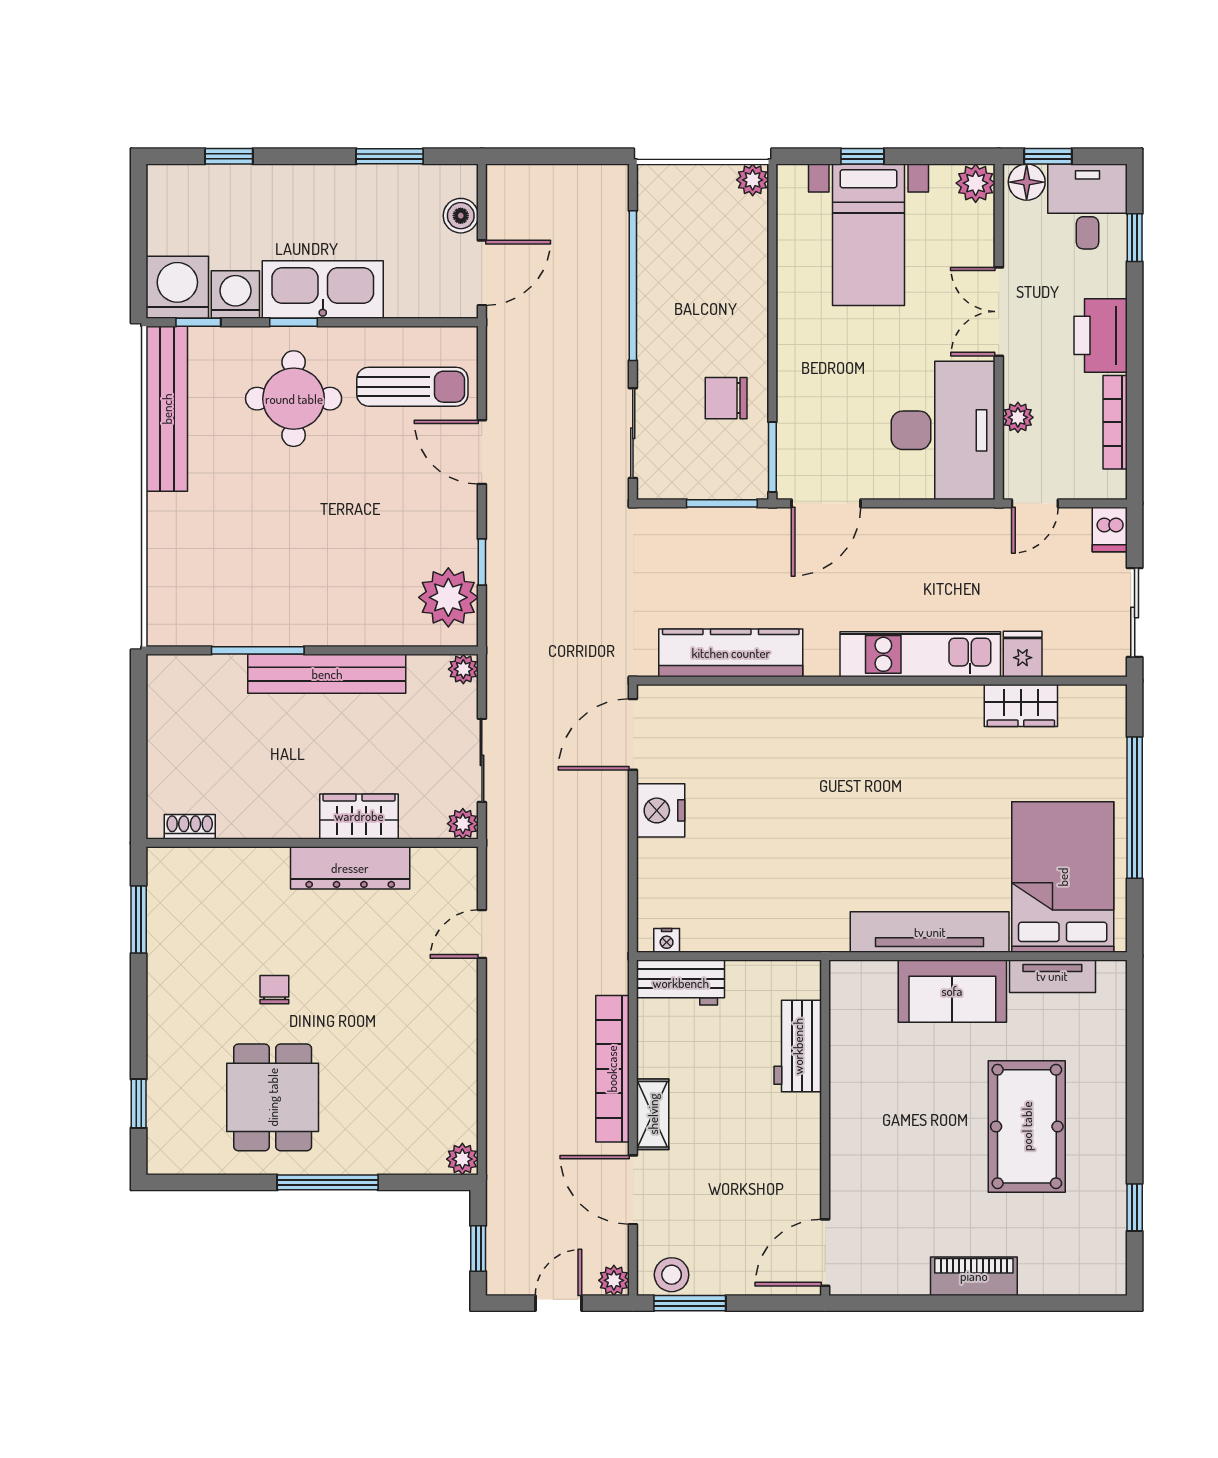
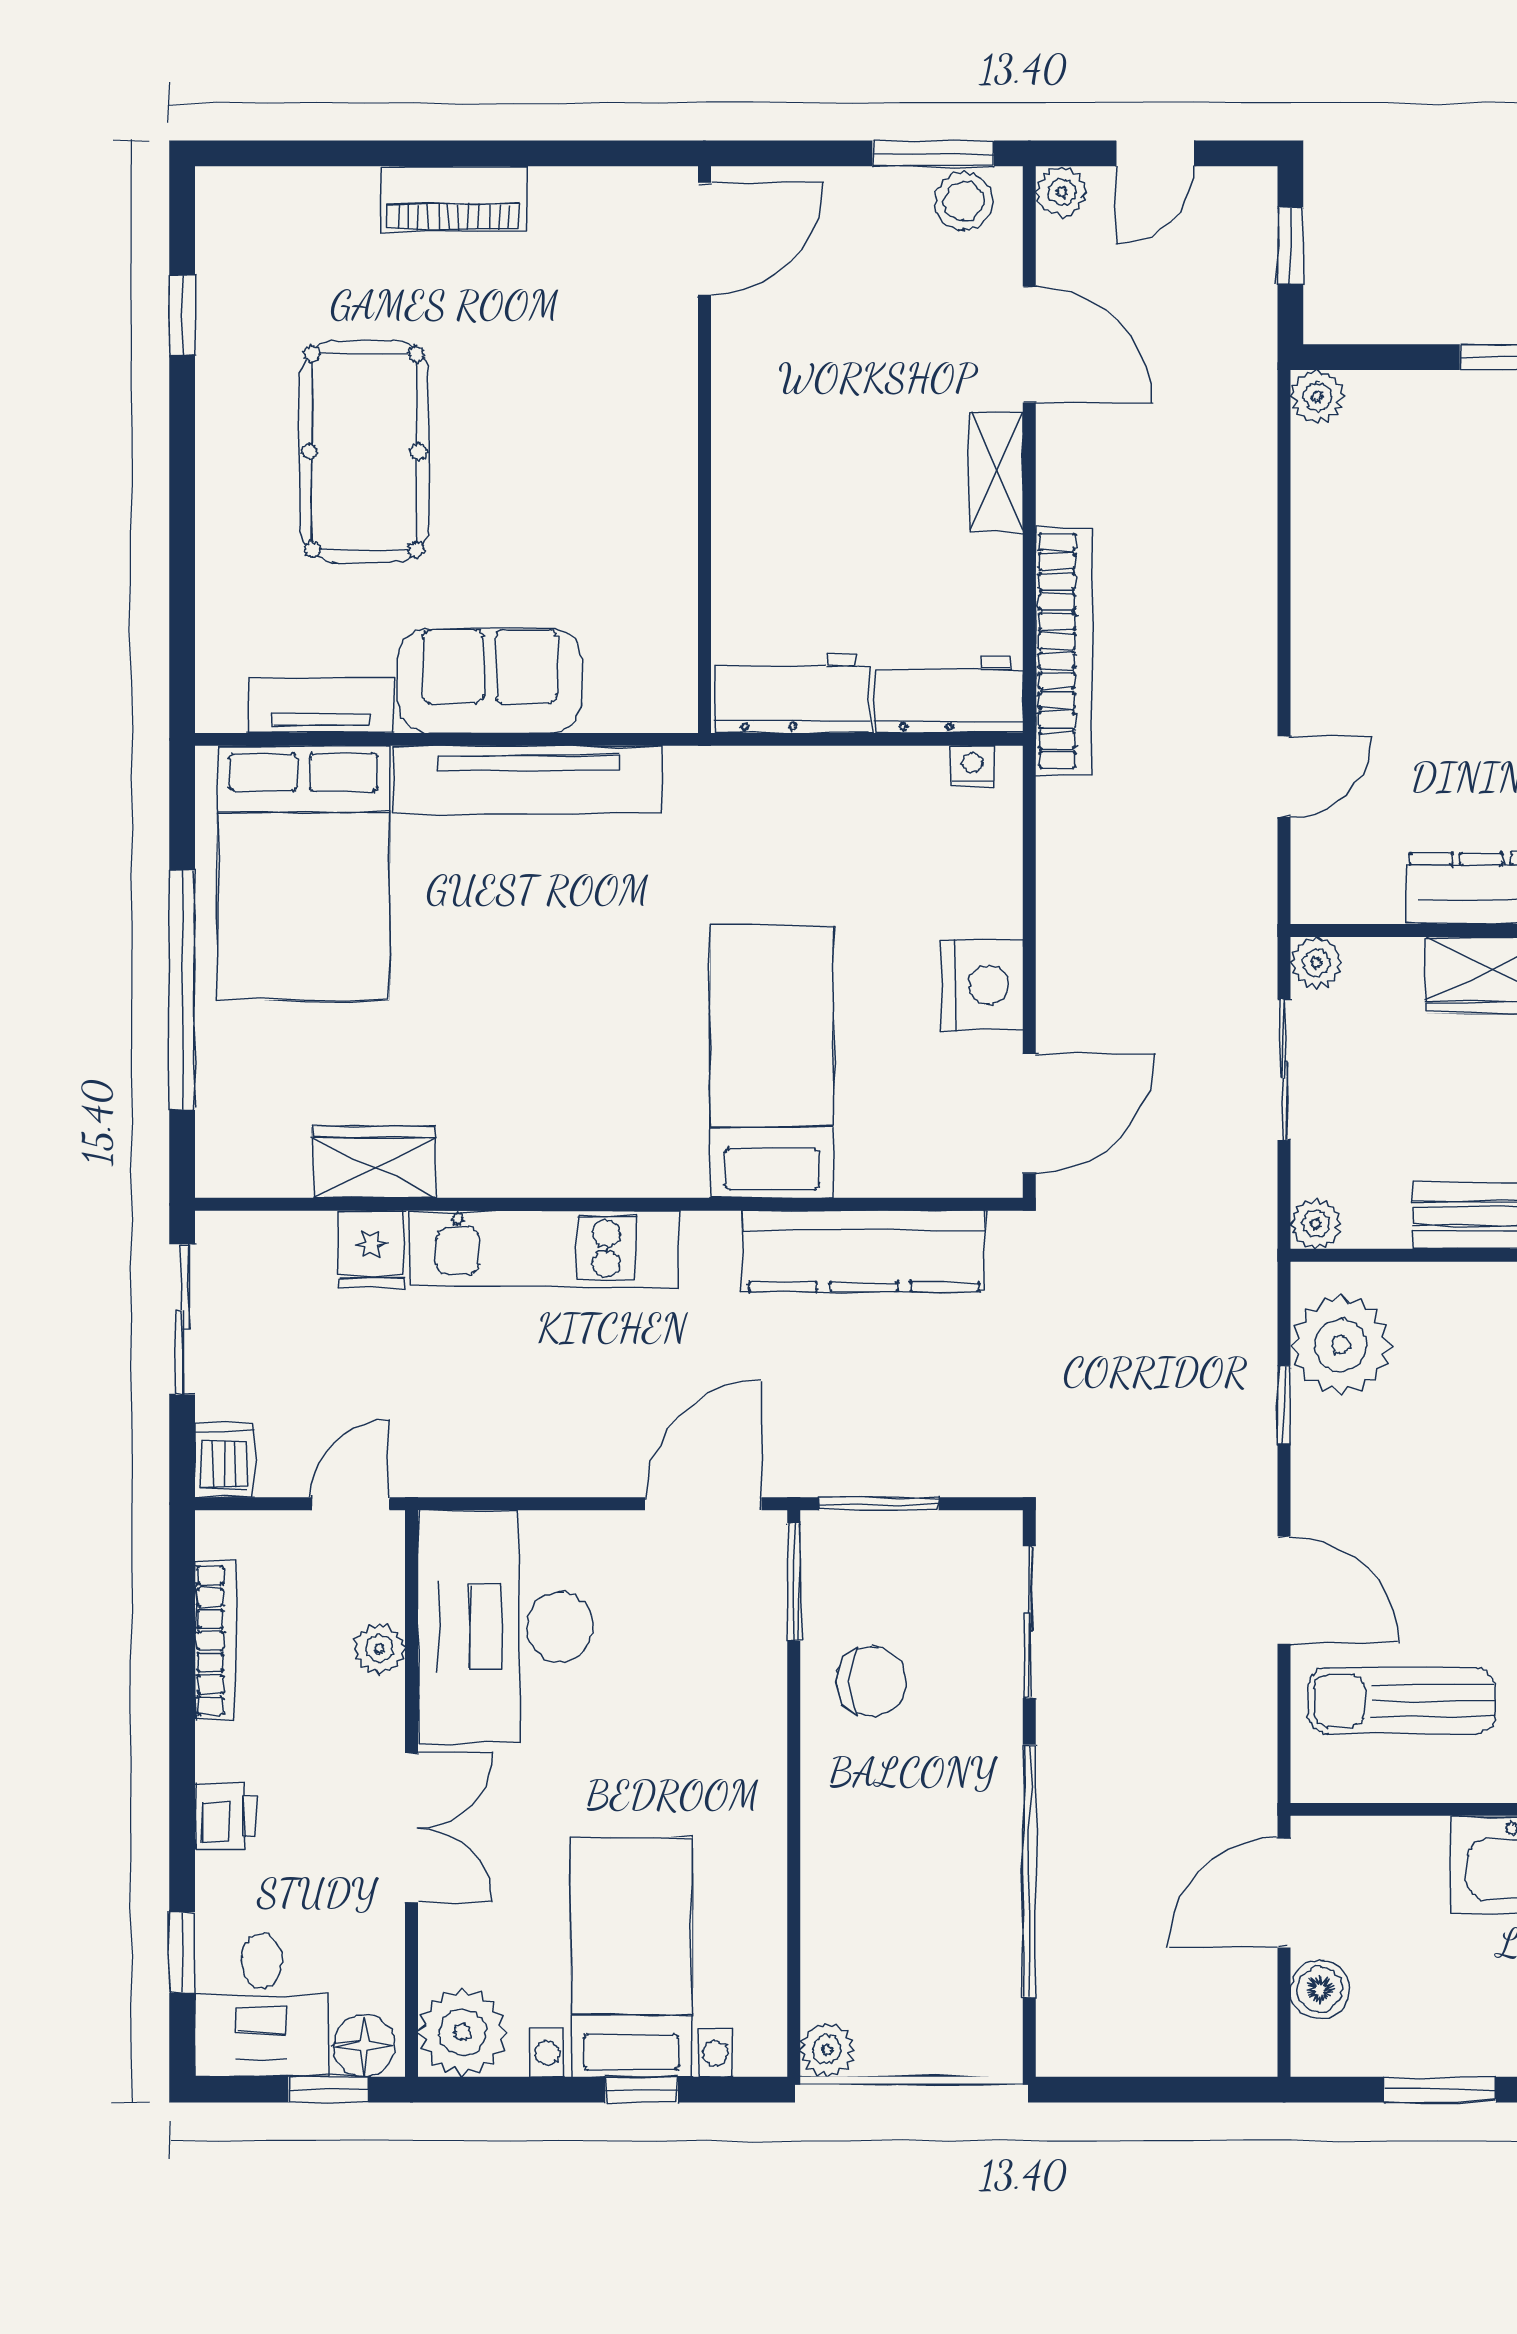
plant: (976, 183) -> (462, 2032), width x1.36, depth x1.36
printer: (1101, 335) -> (225, 1816), width x0.53, depth x0.68
bed: (785, 765) -> (772, 1062), added
workbench: (798, 1046) -> (792, 693), moved, turned -90
bookcase: (612, 1069) -> (1064, 651), moved

